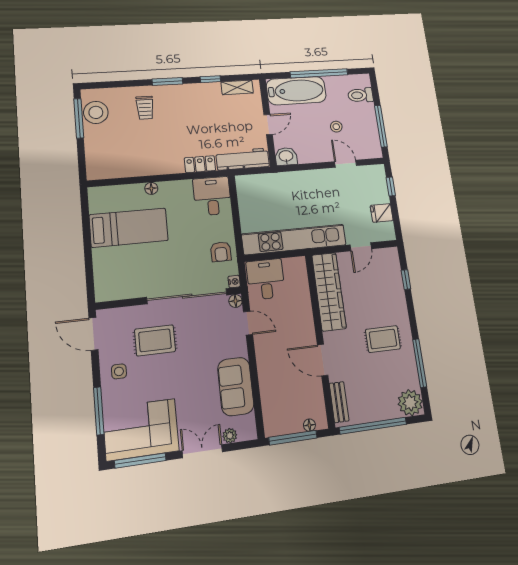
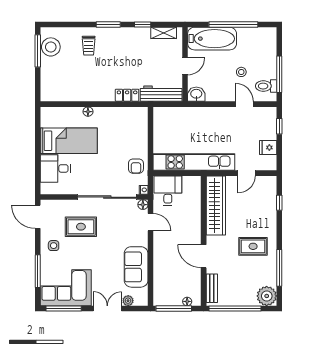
toilet: (360, 95) -> (266, 86), moved
desk: (212, 196) -> (55, 168), moved, turned -90

